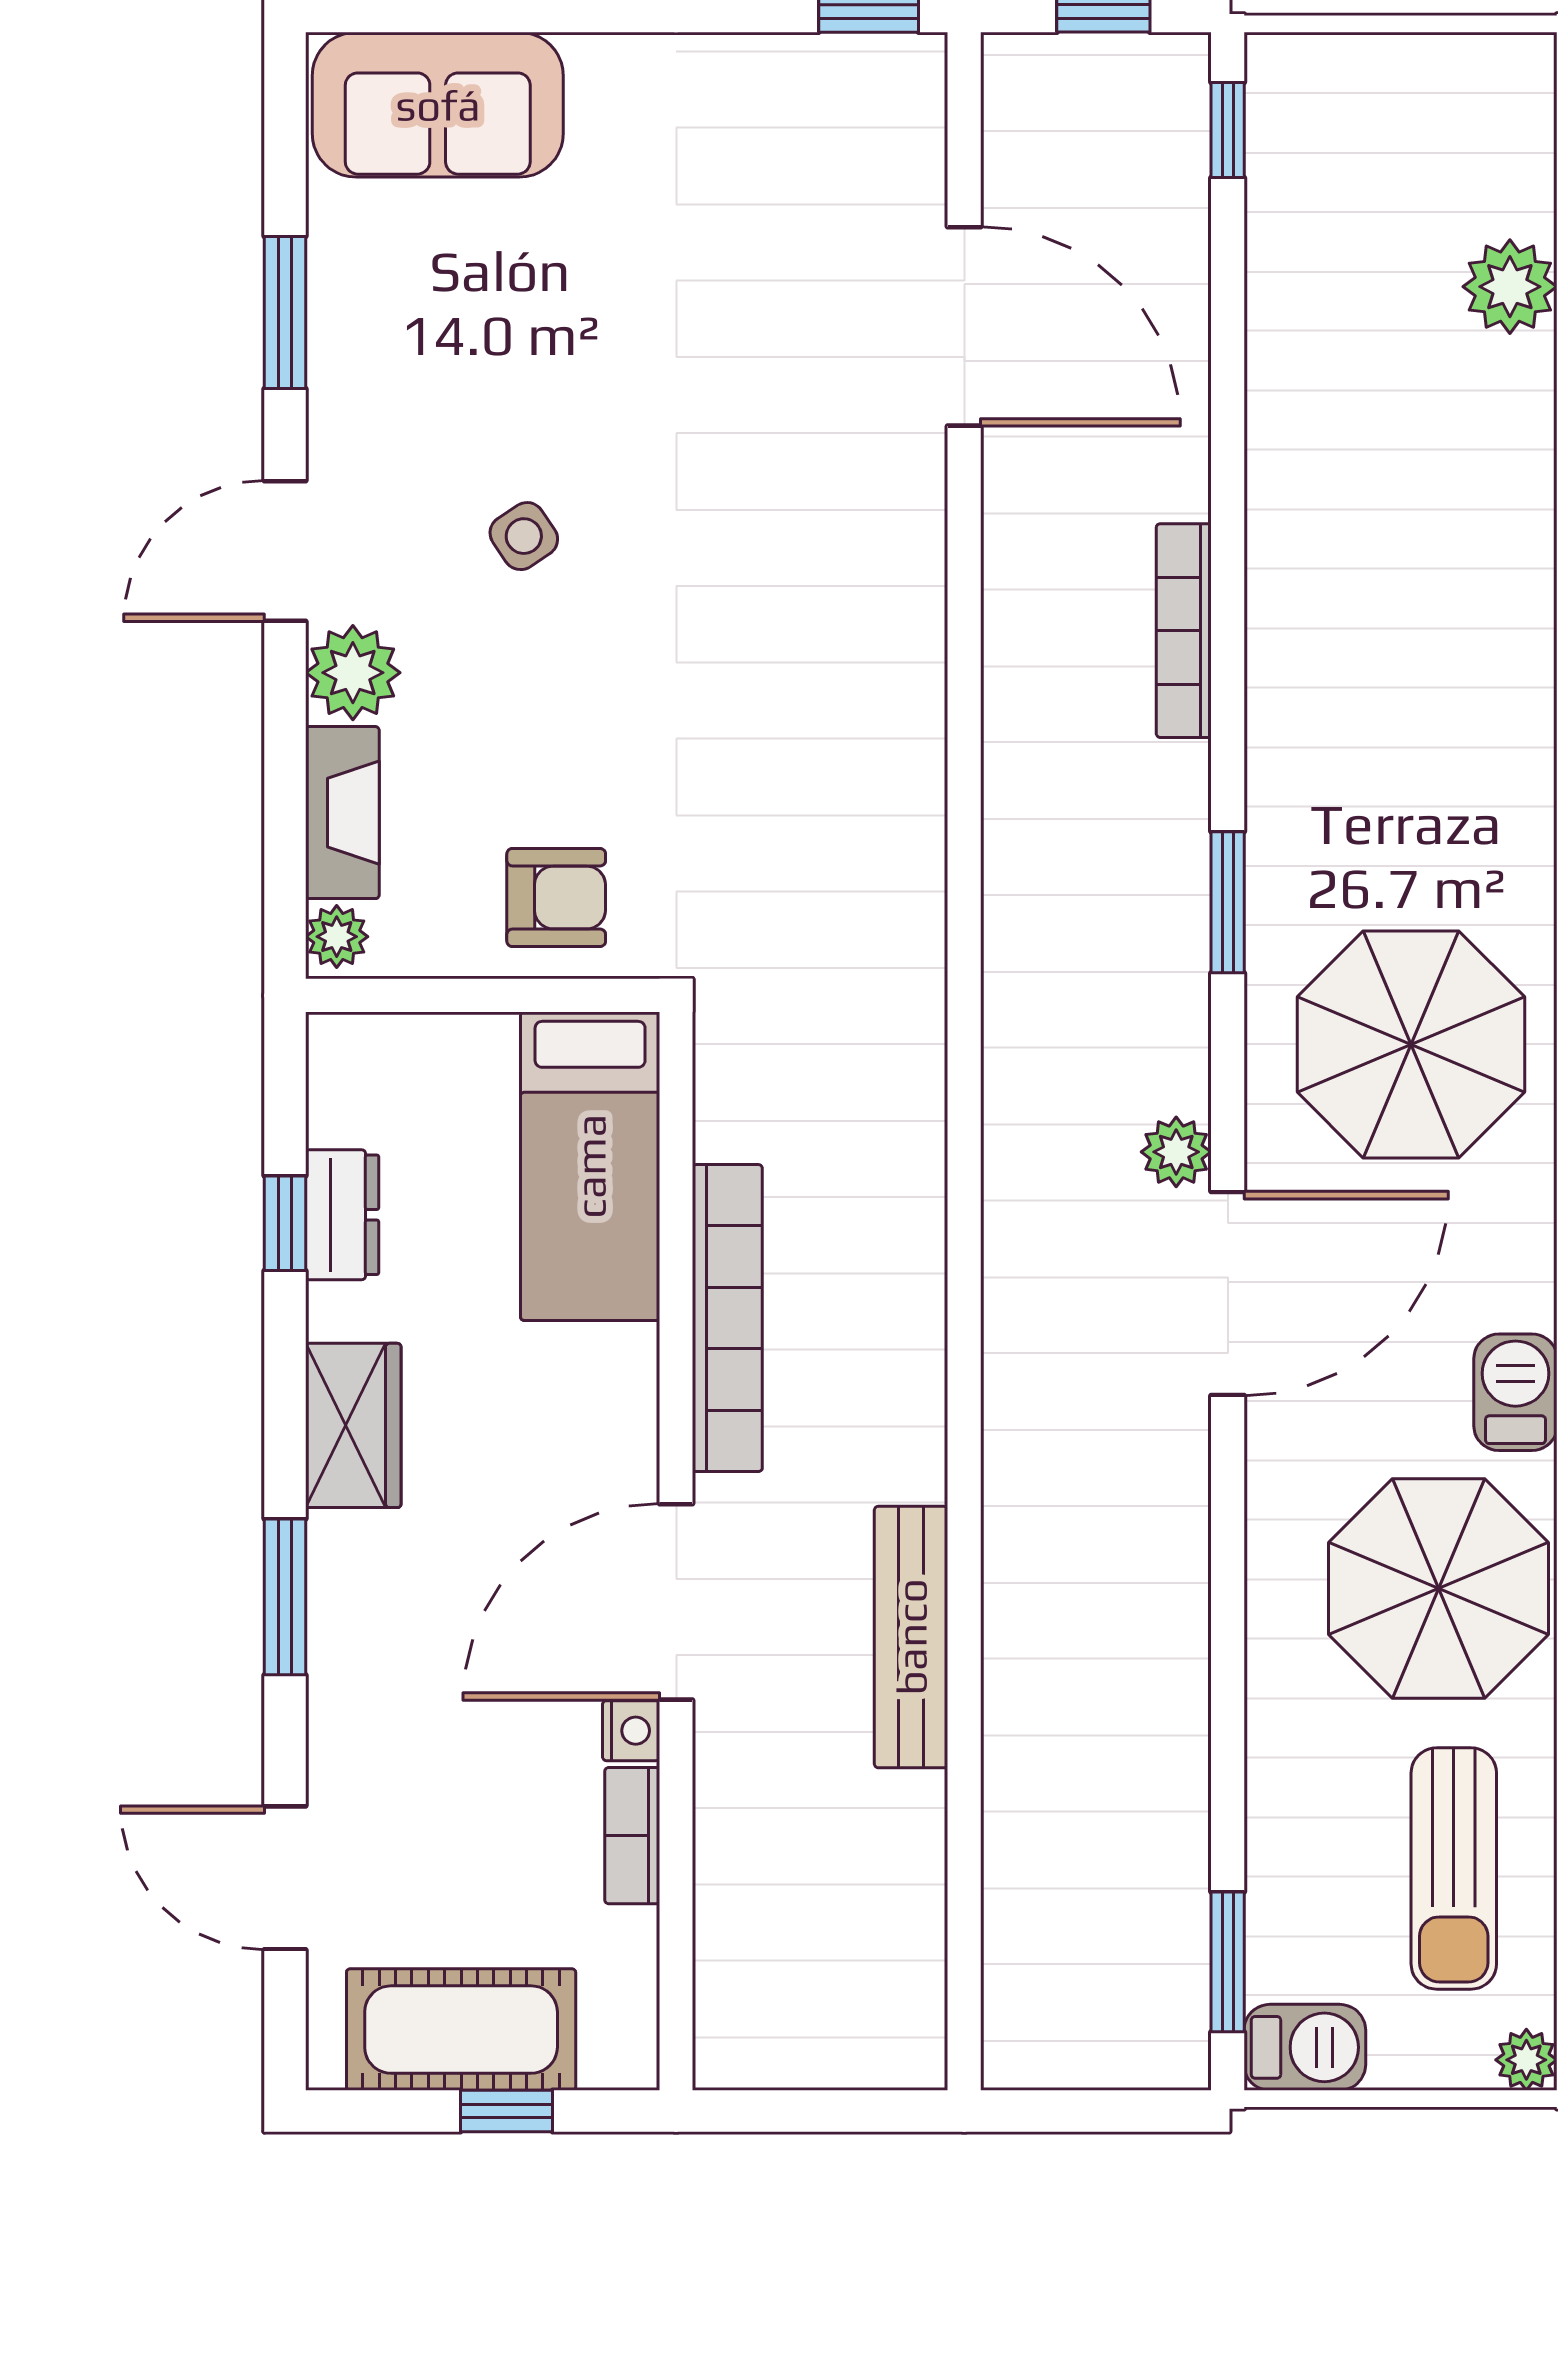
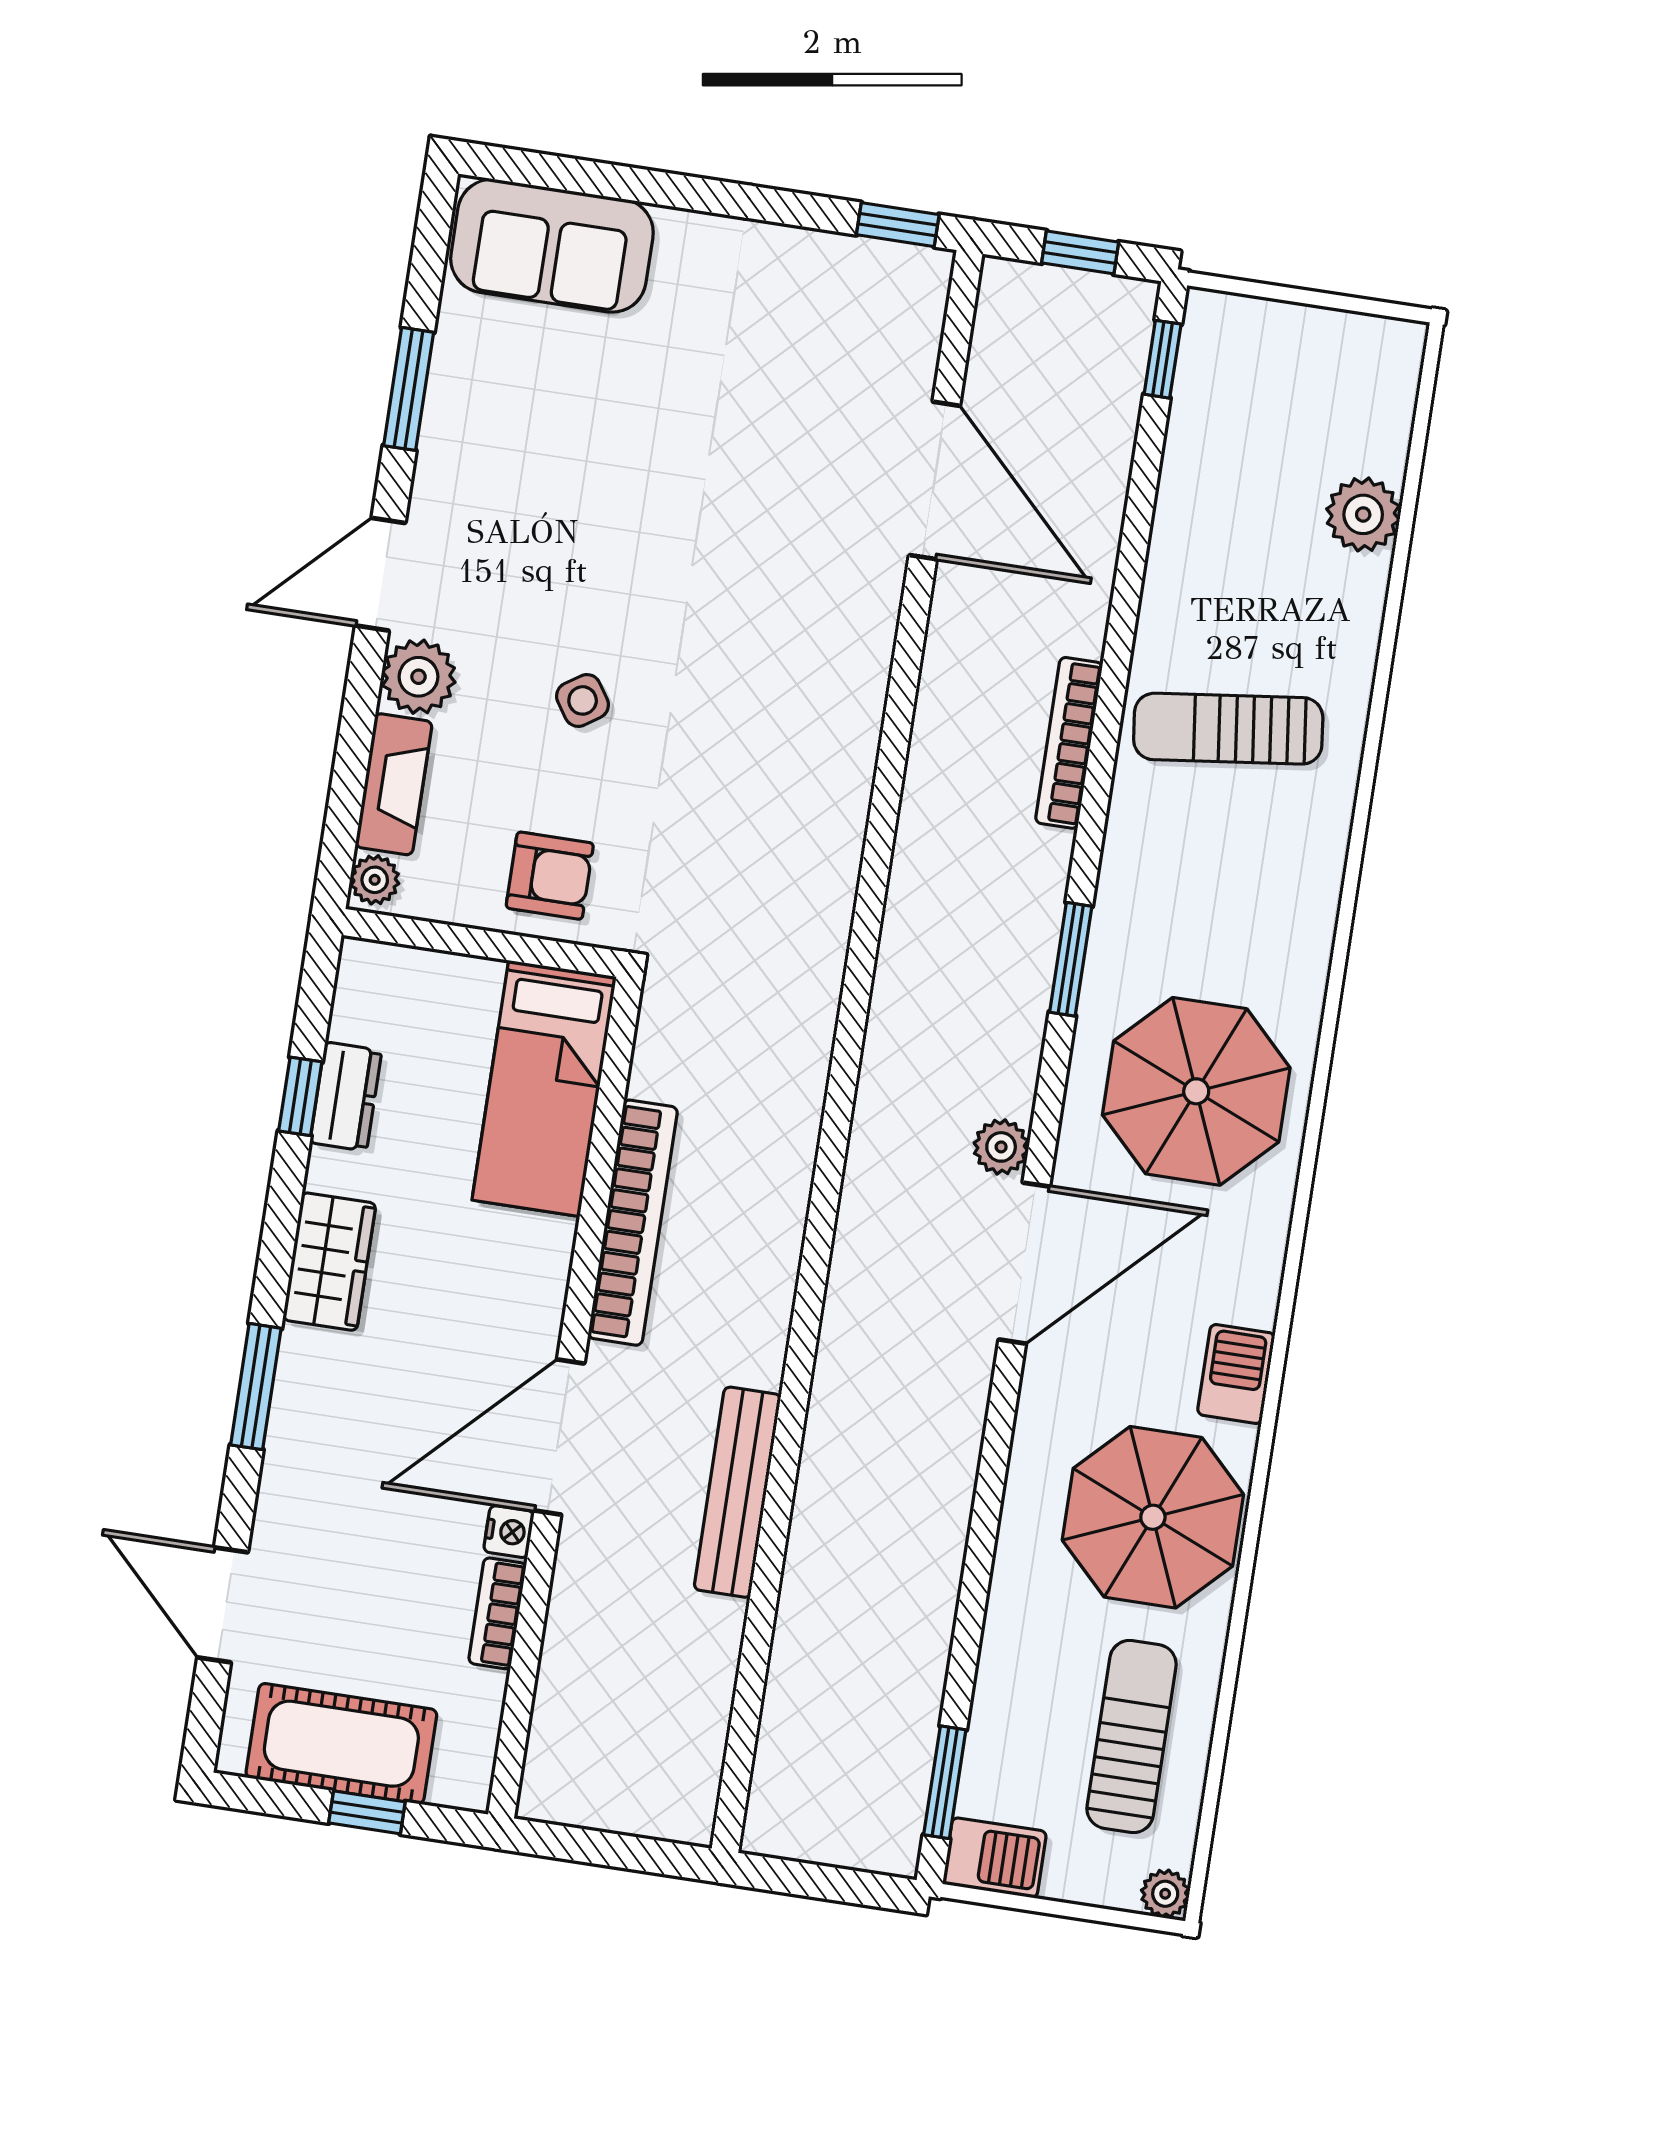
side table: (524, 536) -> (583, 700), moved
sun lounger: (1381, 582) -> (1228, 729), added
sun lounger: (1454, 1868) -> (1132, 1737), turned 180

